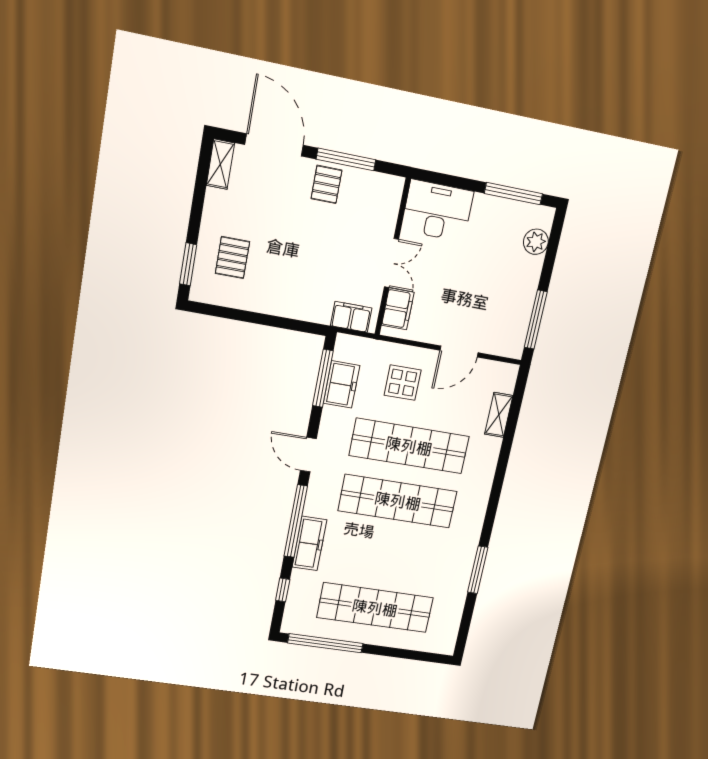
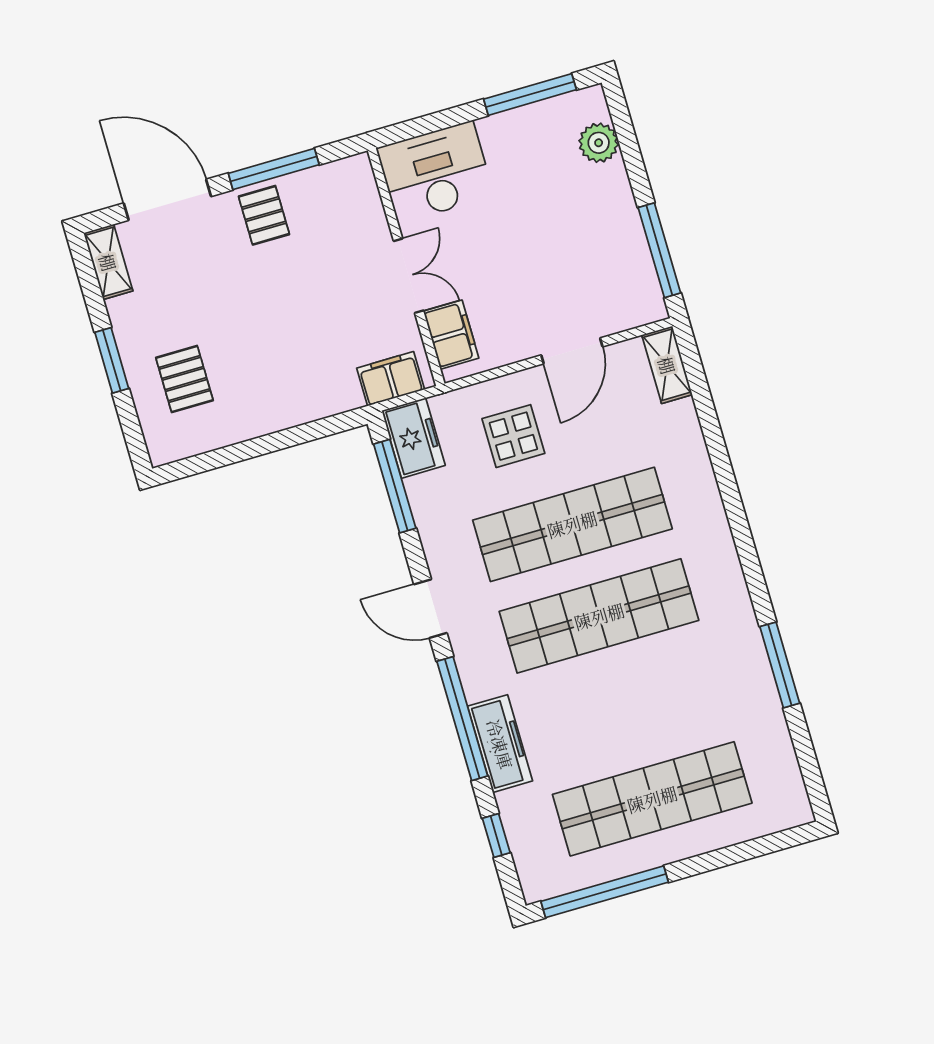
window: (188, 264) -> (112, 360), moved
freezer: (342, 384) -> (413, 438), moved
shelving: (499, 415) -> (667, 365), moved

